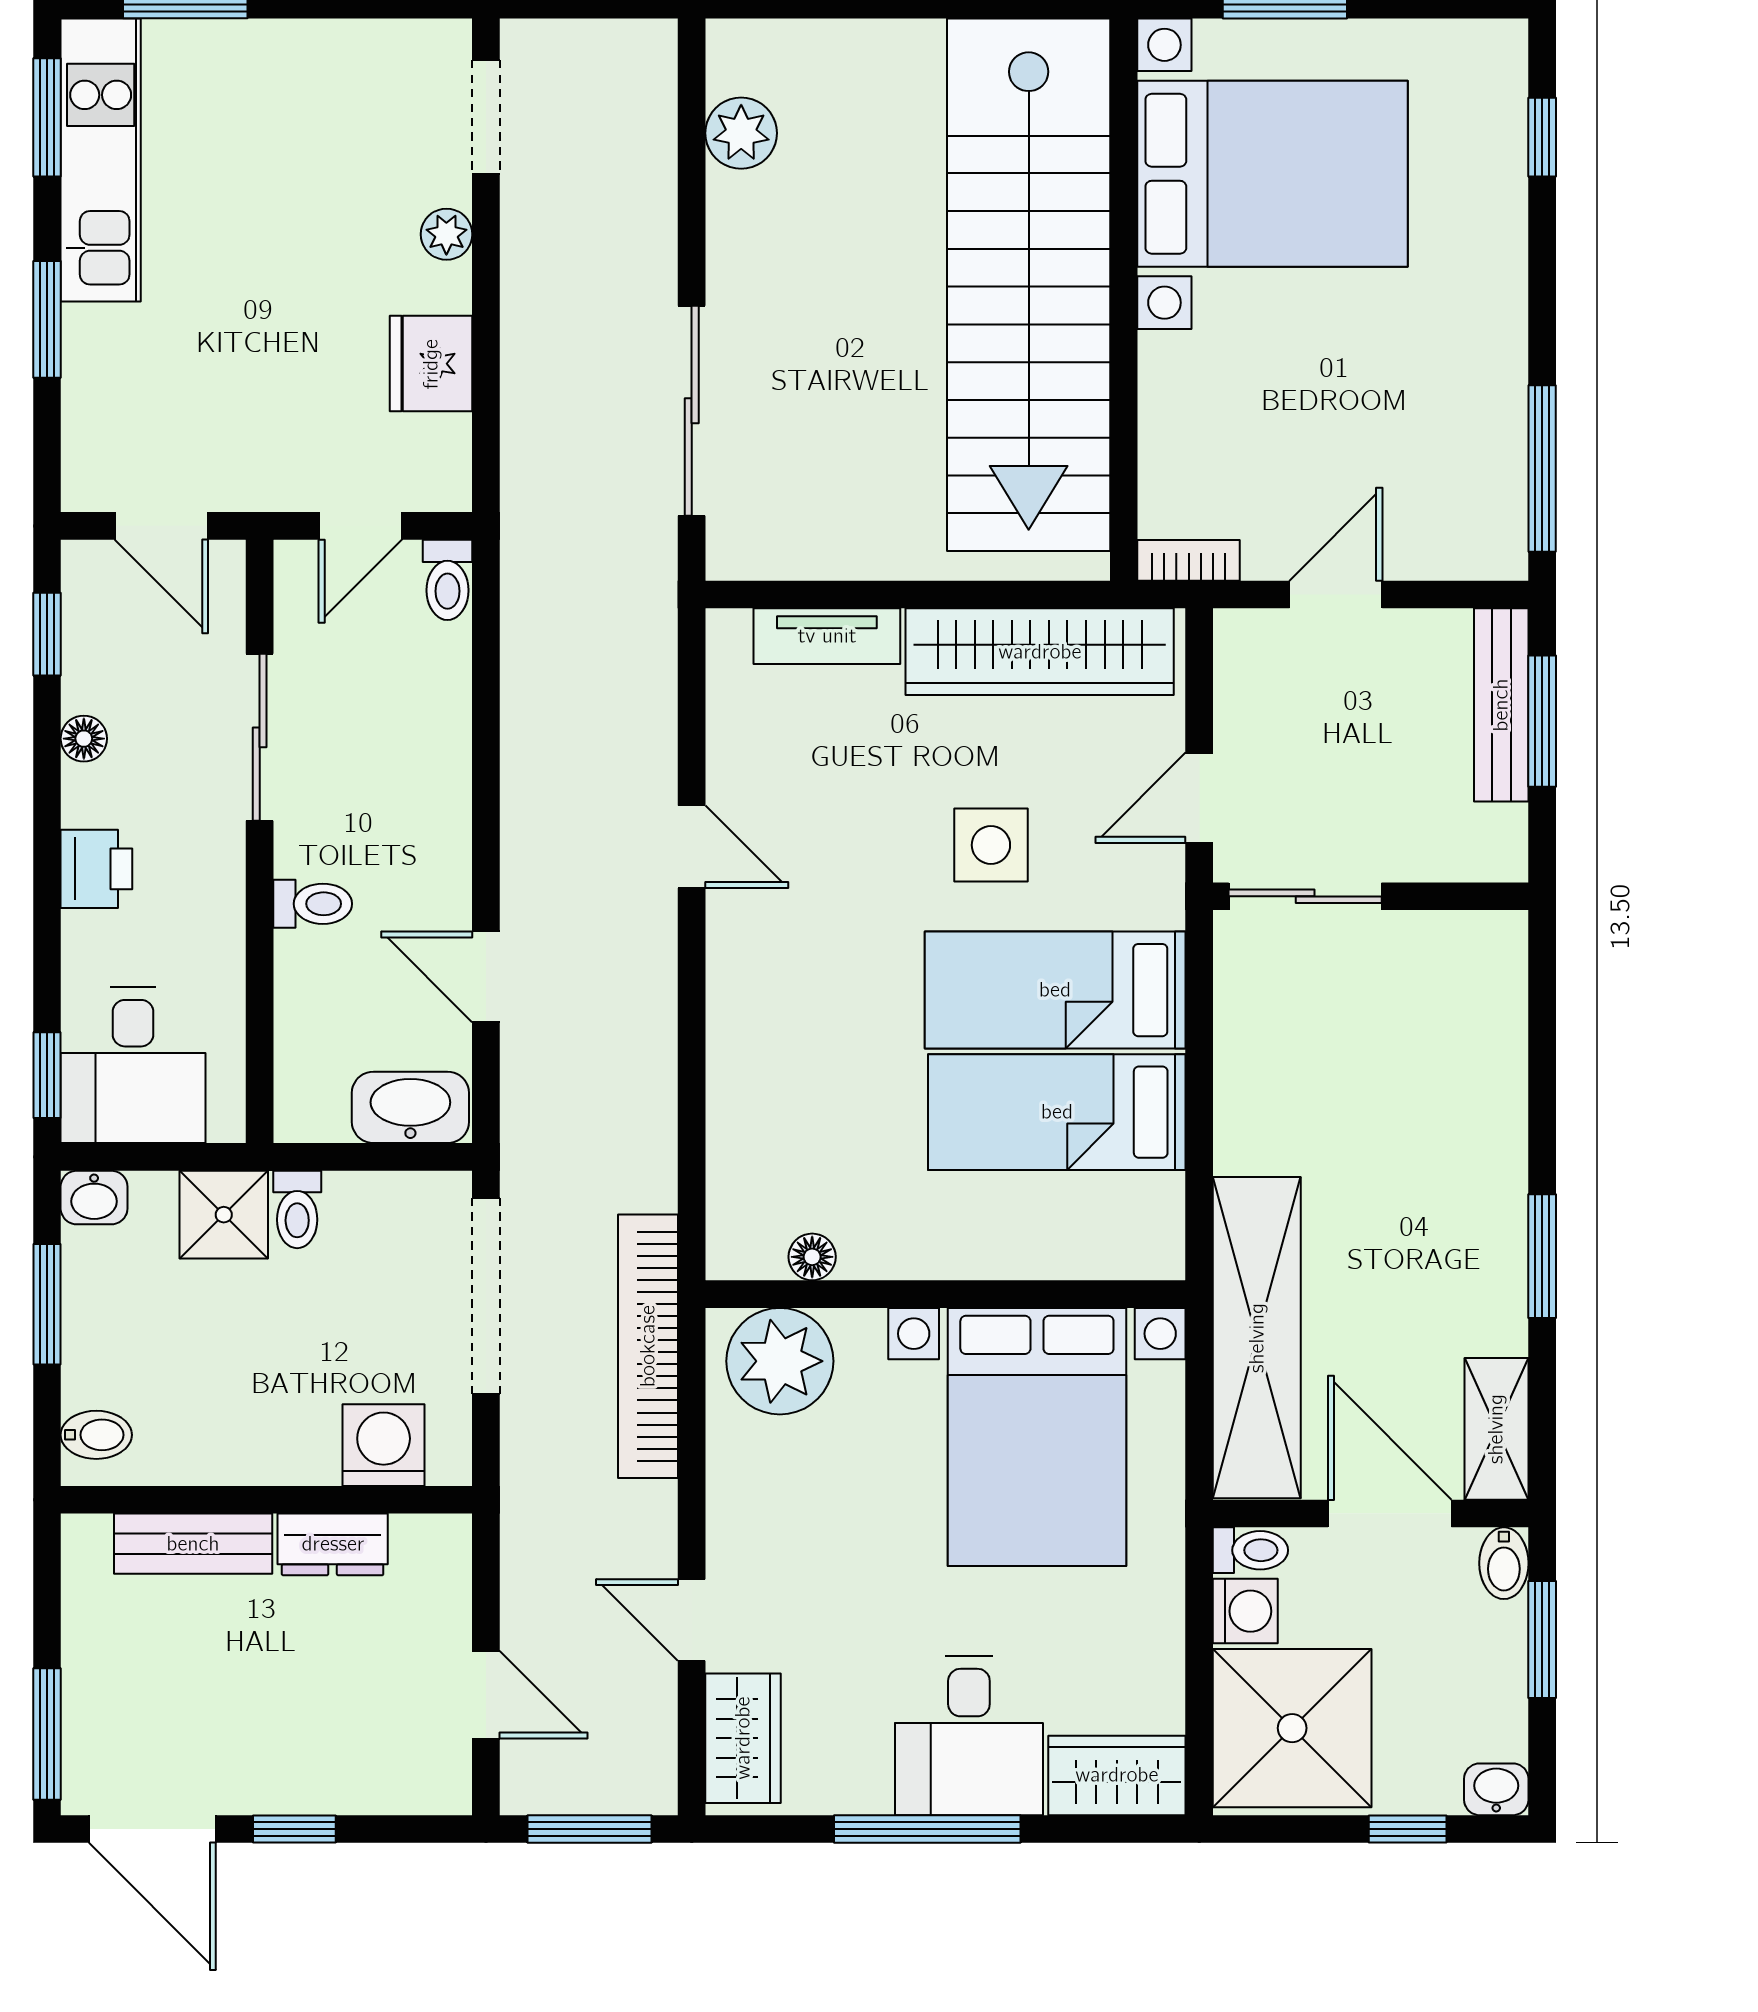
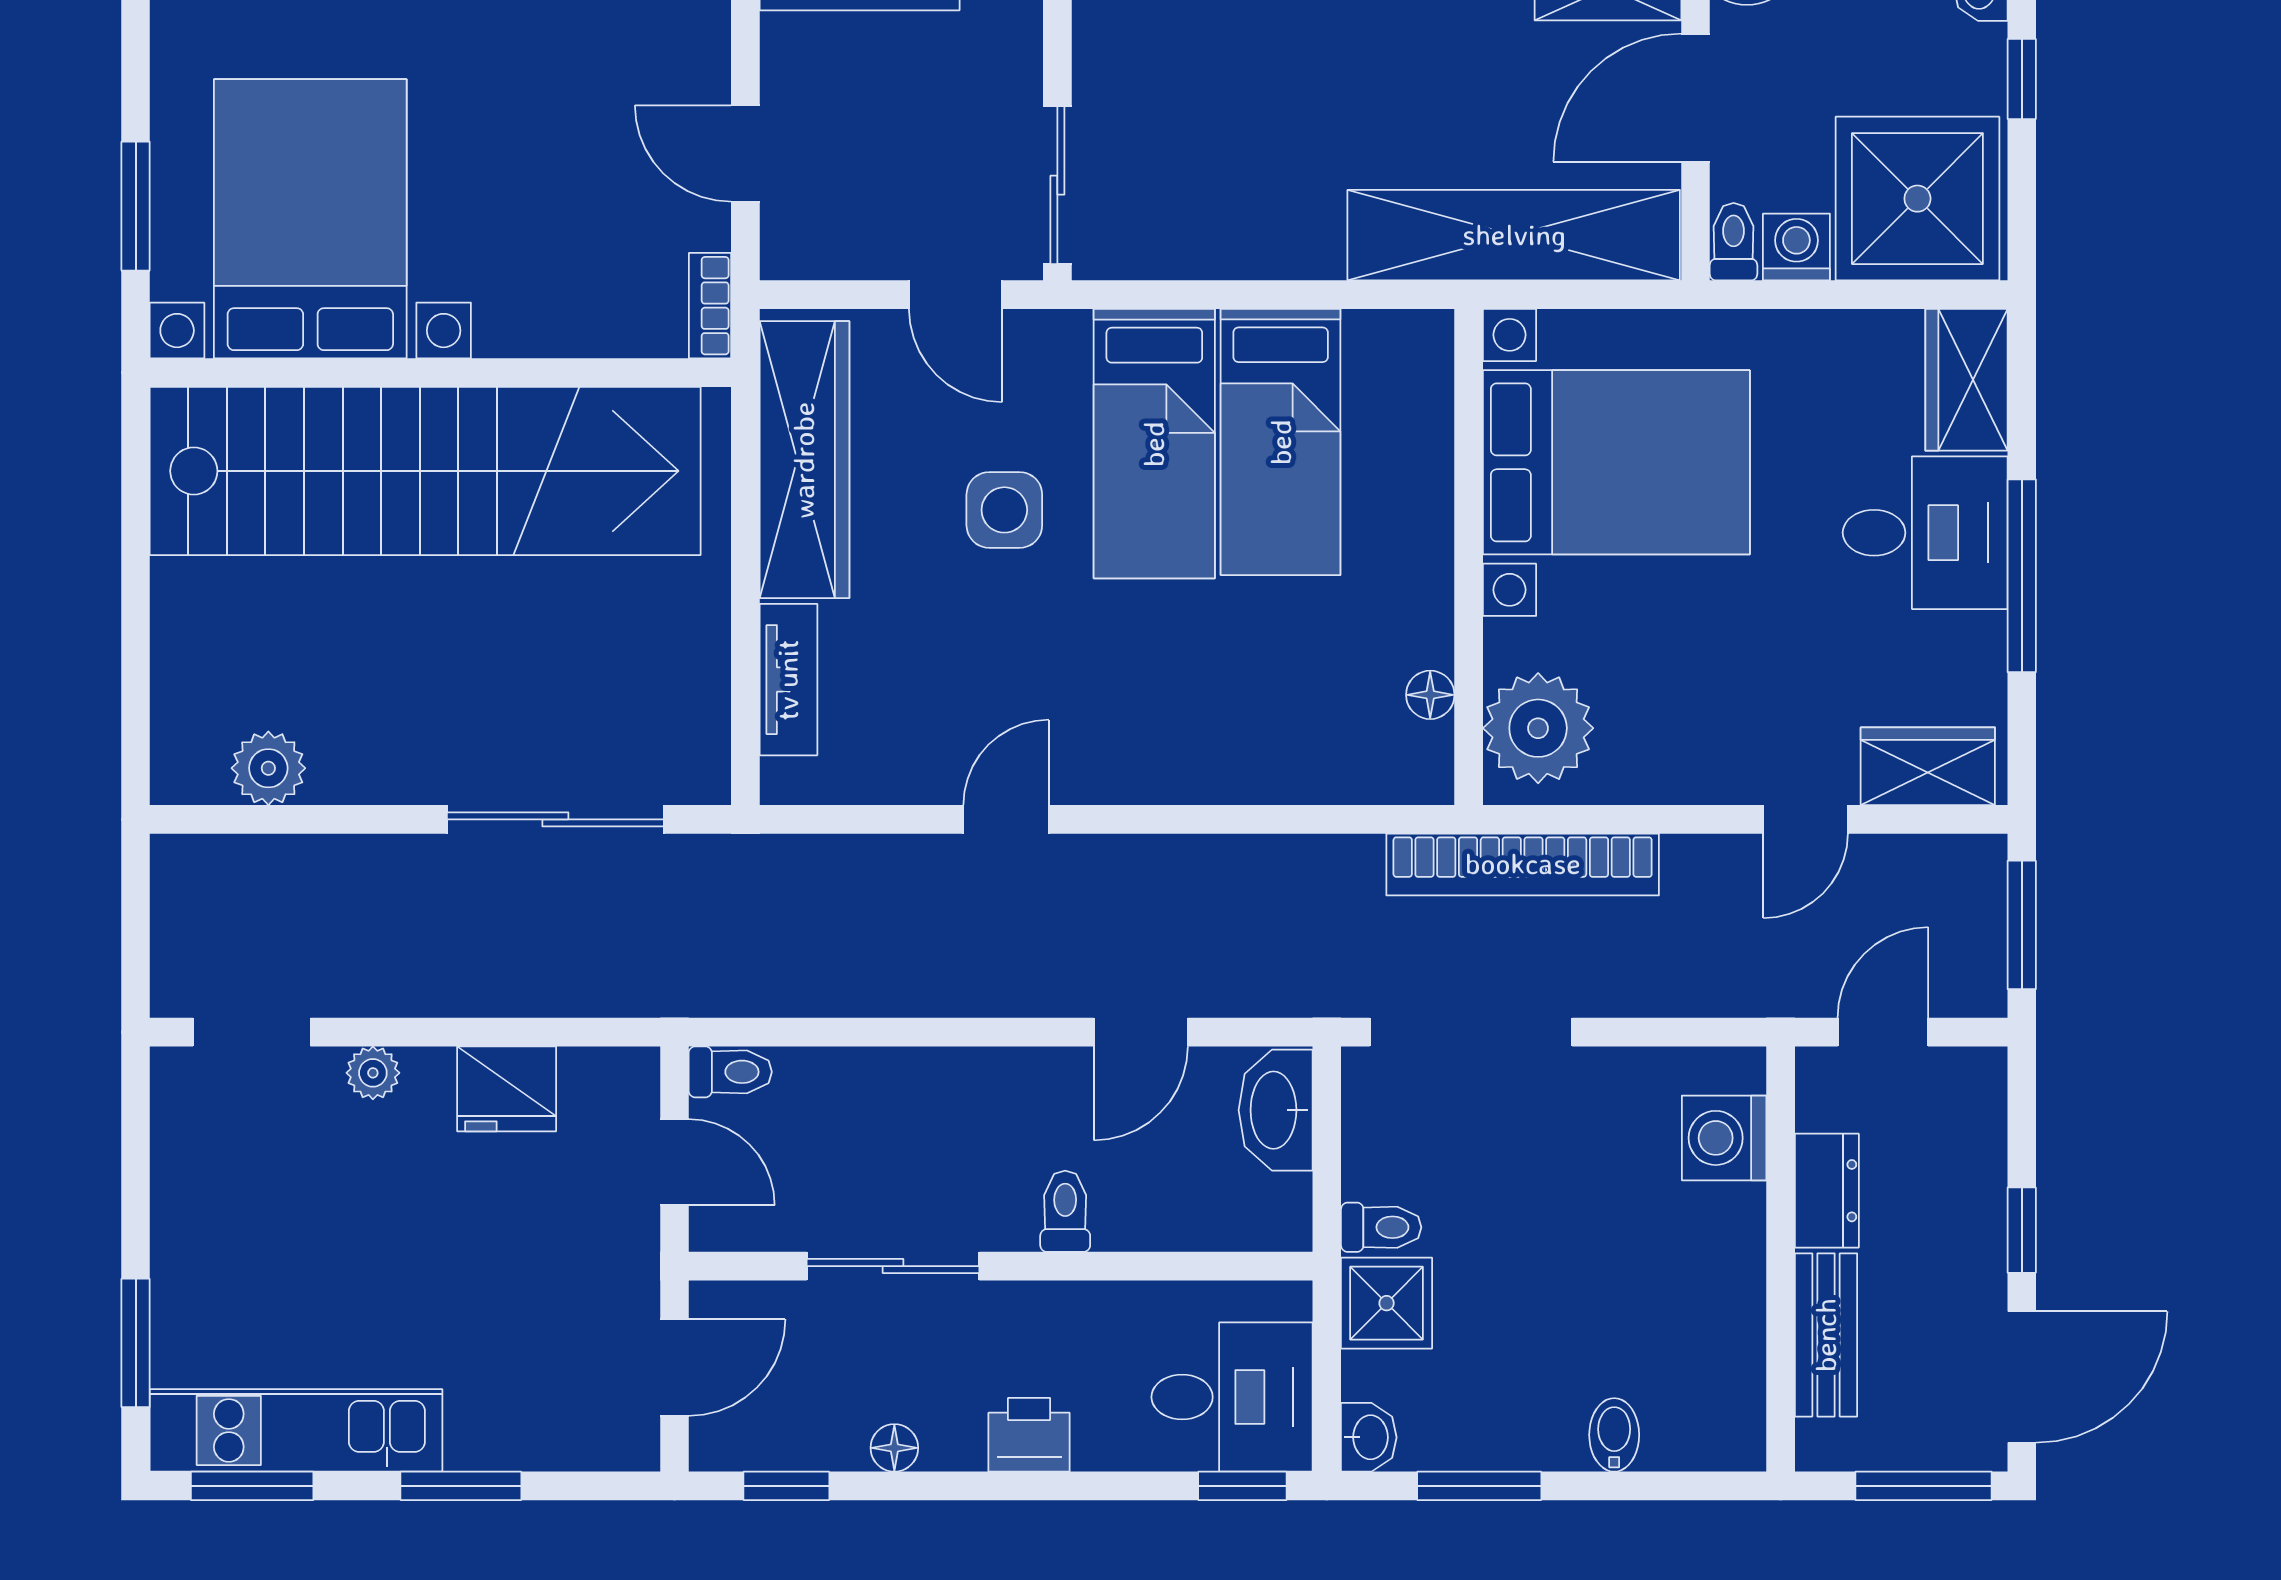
washing machine: (384, 1445) -> (1724, 1138), moved
wall: (266, 1500) -> (1781, 1259), moved
bench: (193, 1544) -> (1826, 1335), moved
dresser: (333, 1544) -> (1827, 1191), moved

